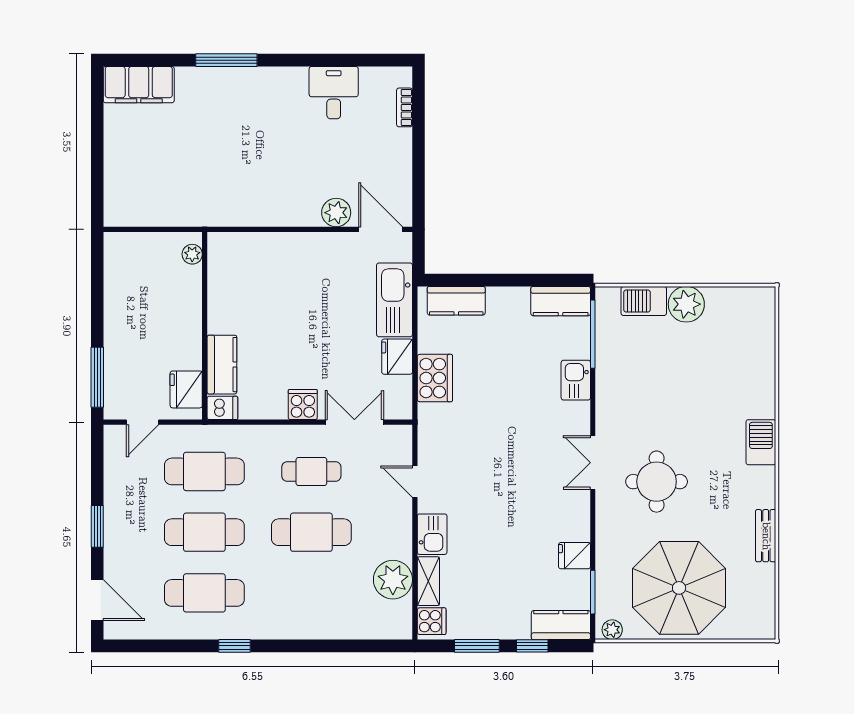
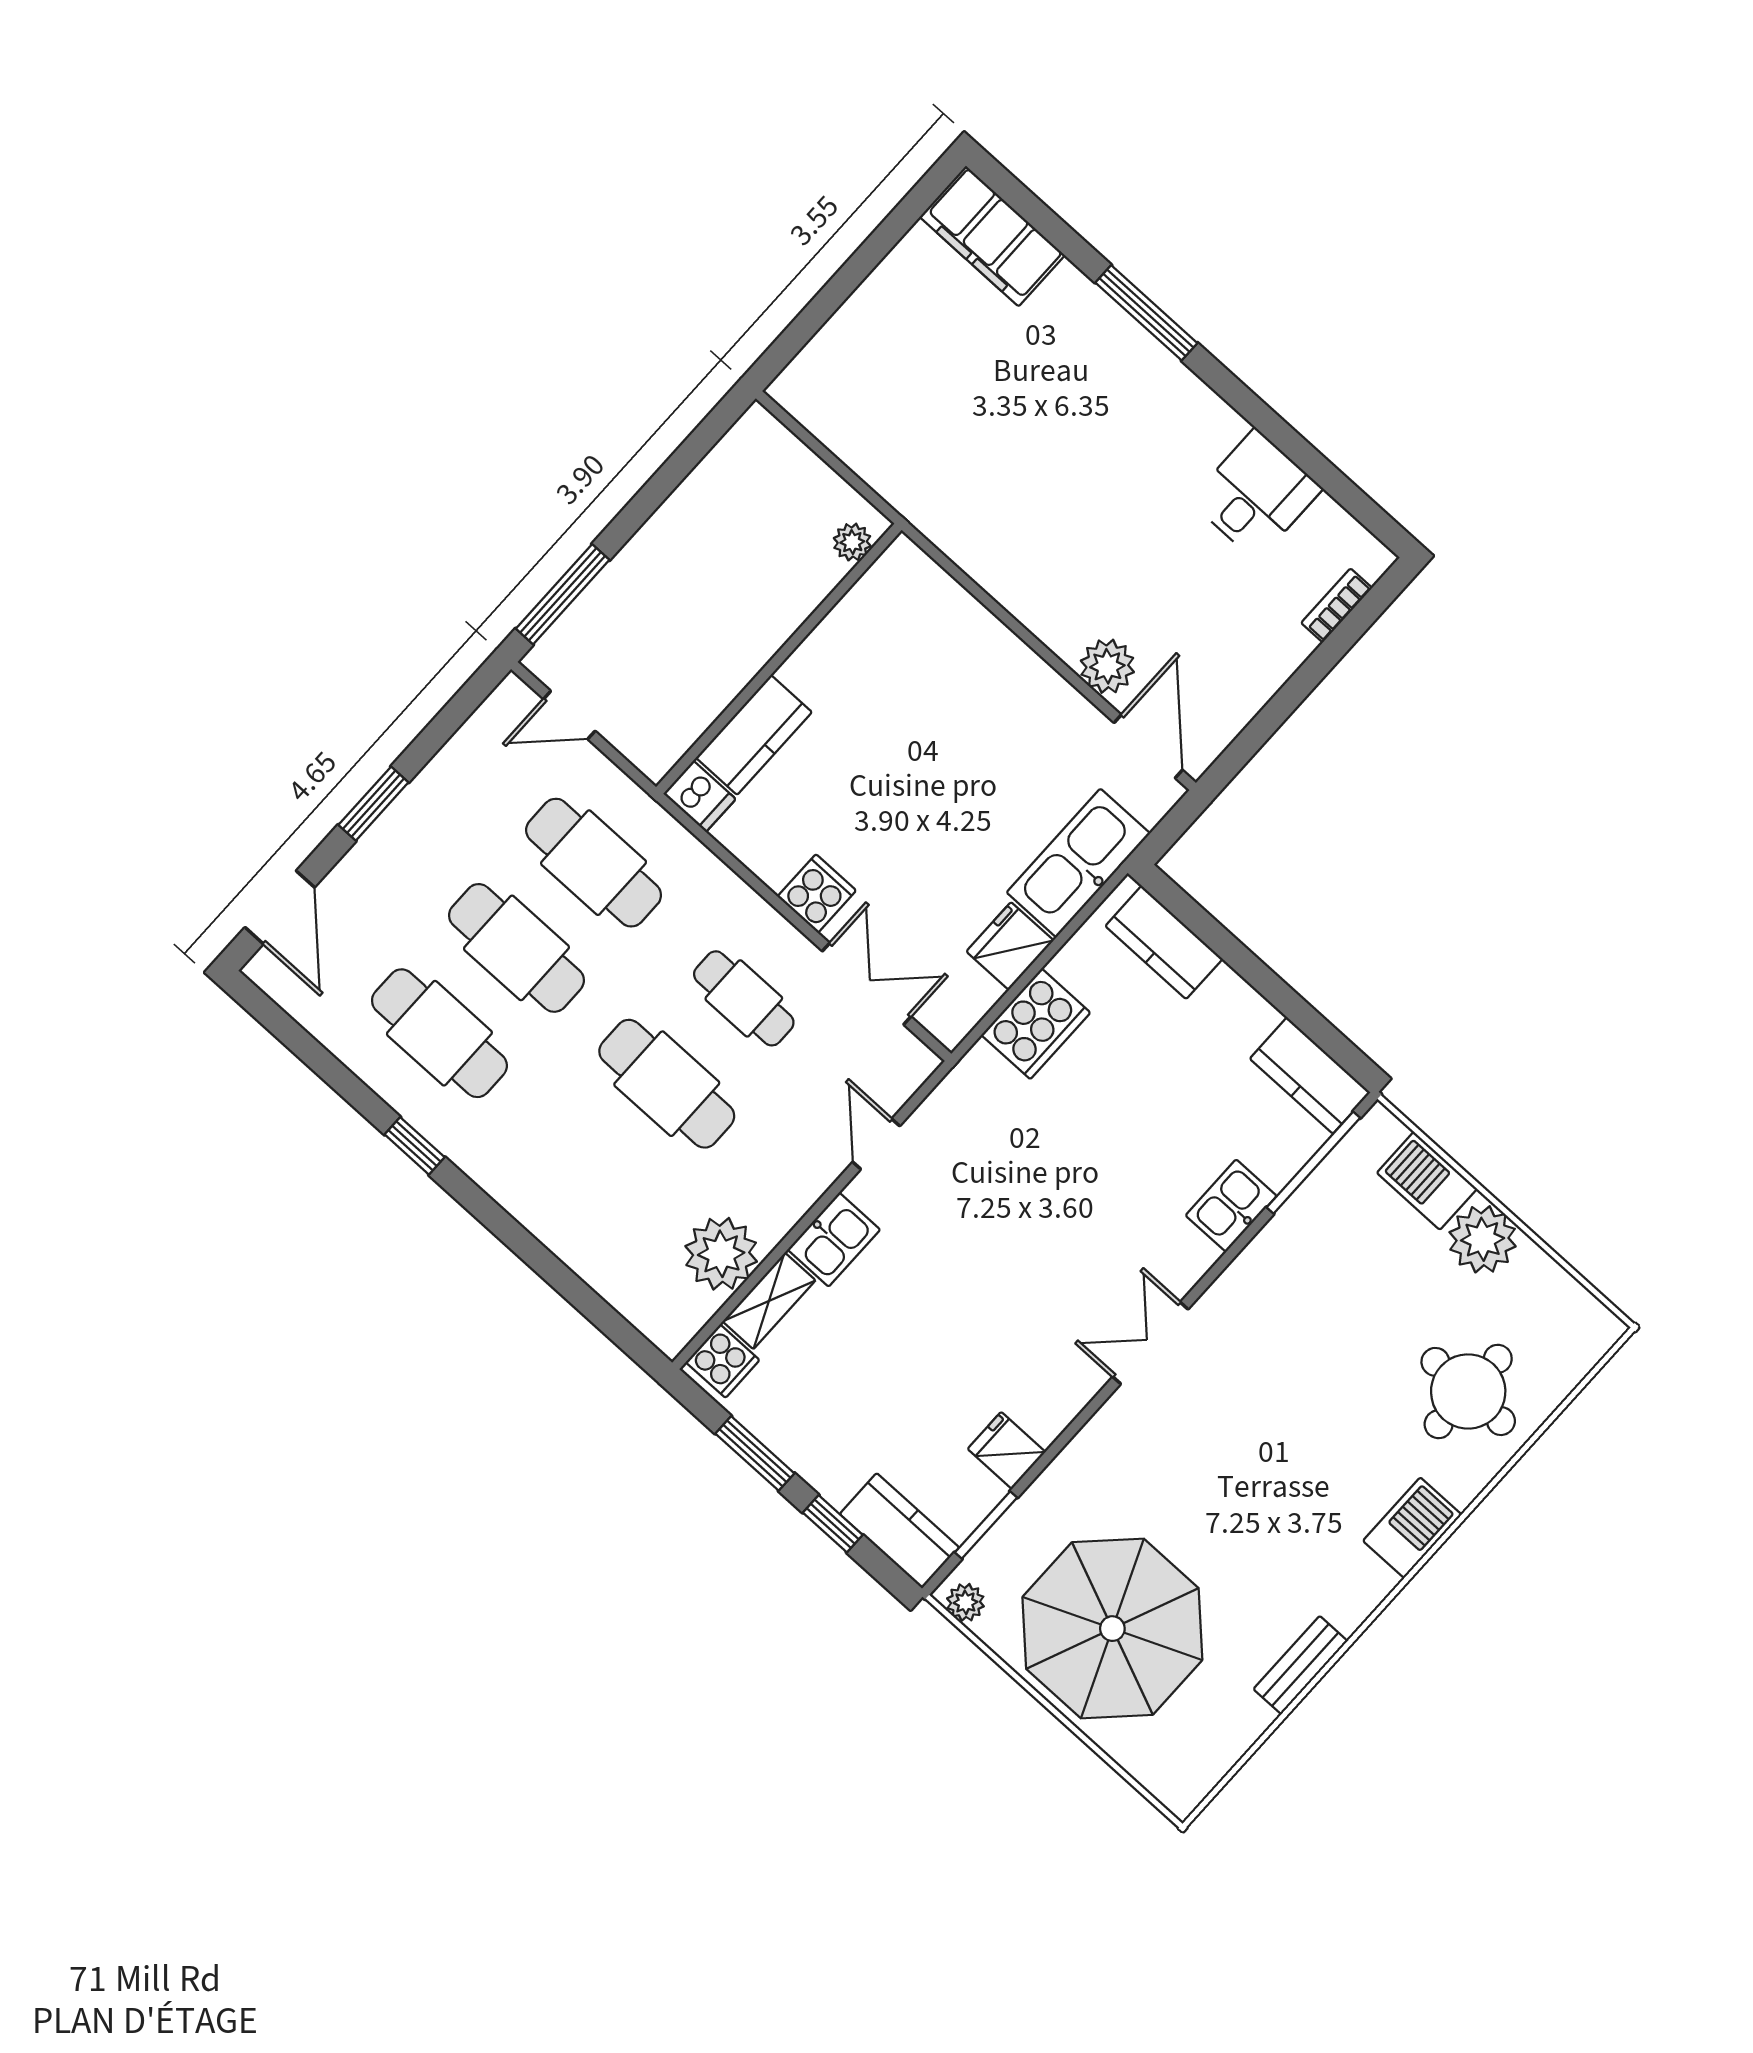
fridge: (186, 389) -> (672, 724), removed
round table: (657, 482) -> (1468, 1391), moved

